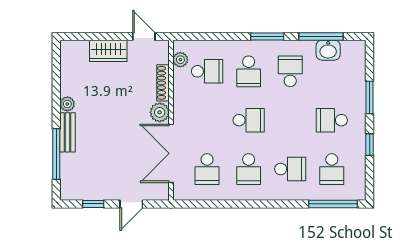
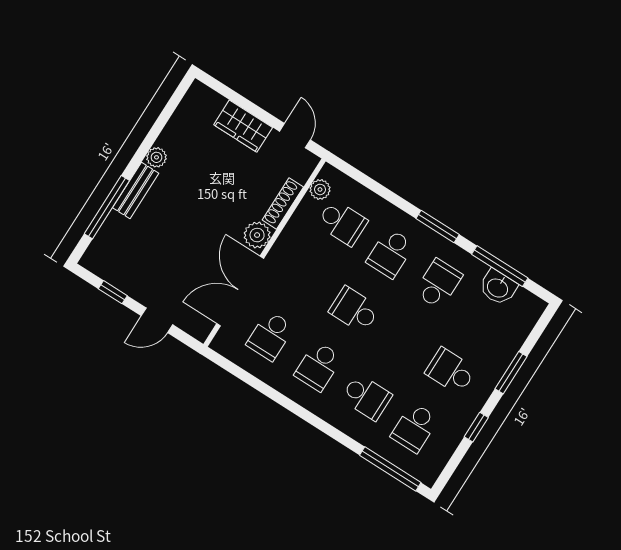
school desk: (249, 120) -> (354, 310), turned 180

